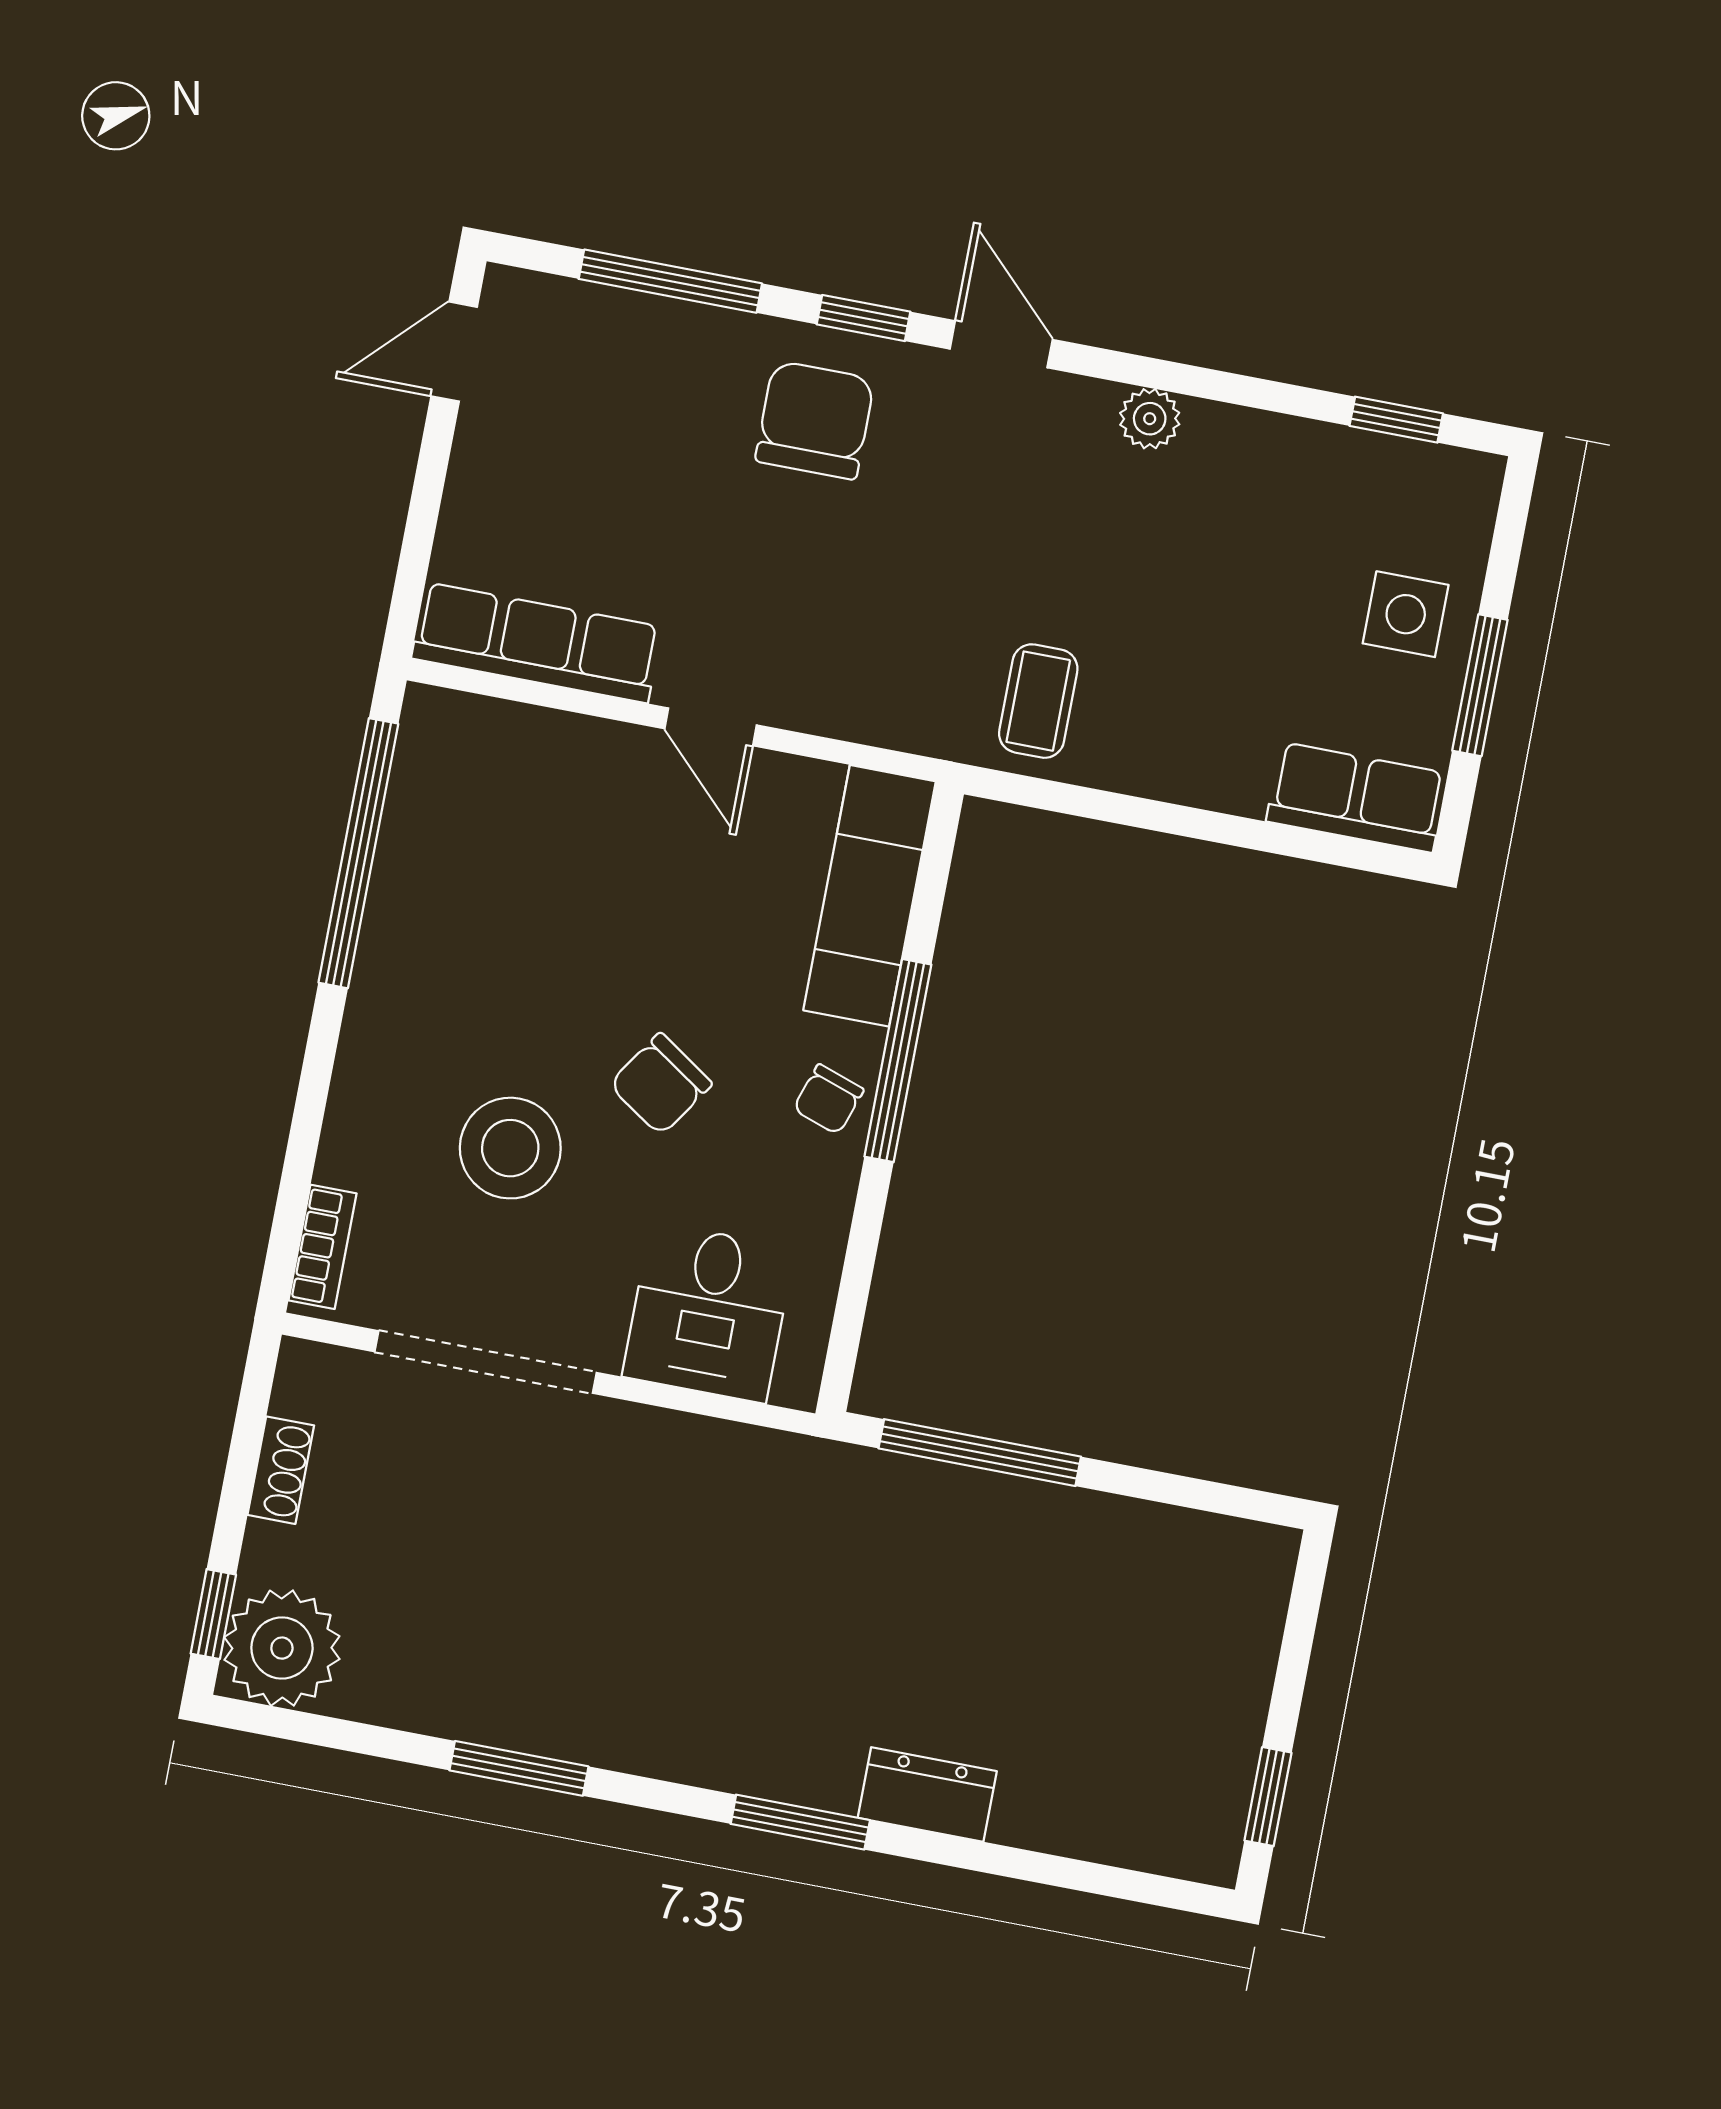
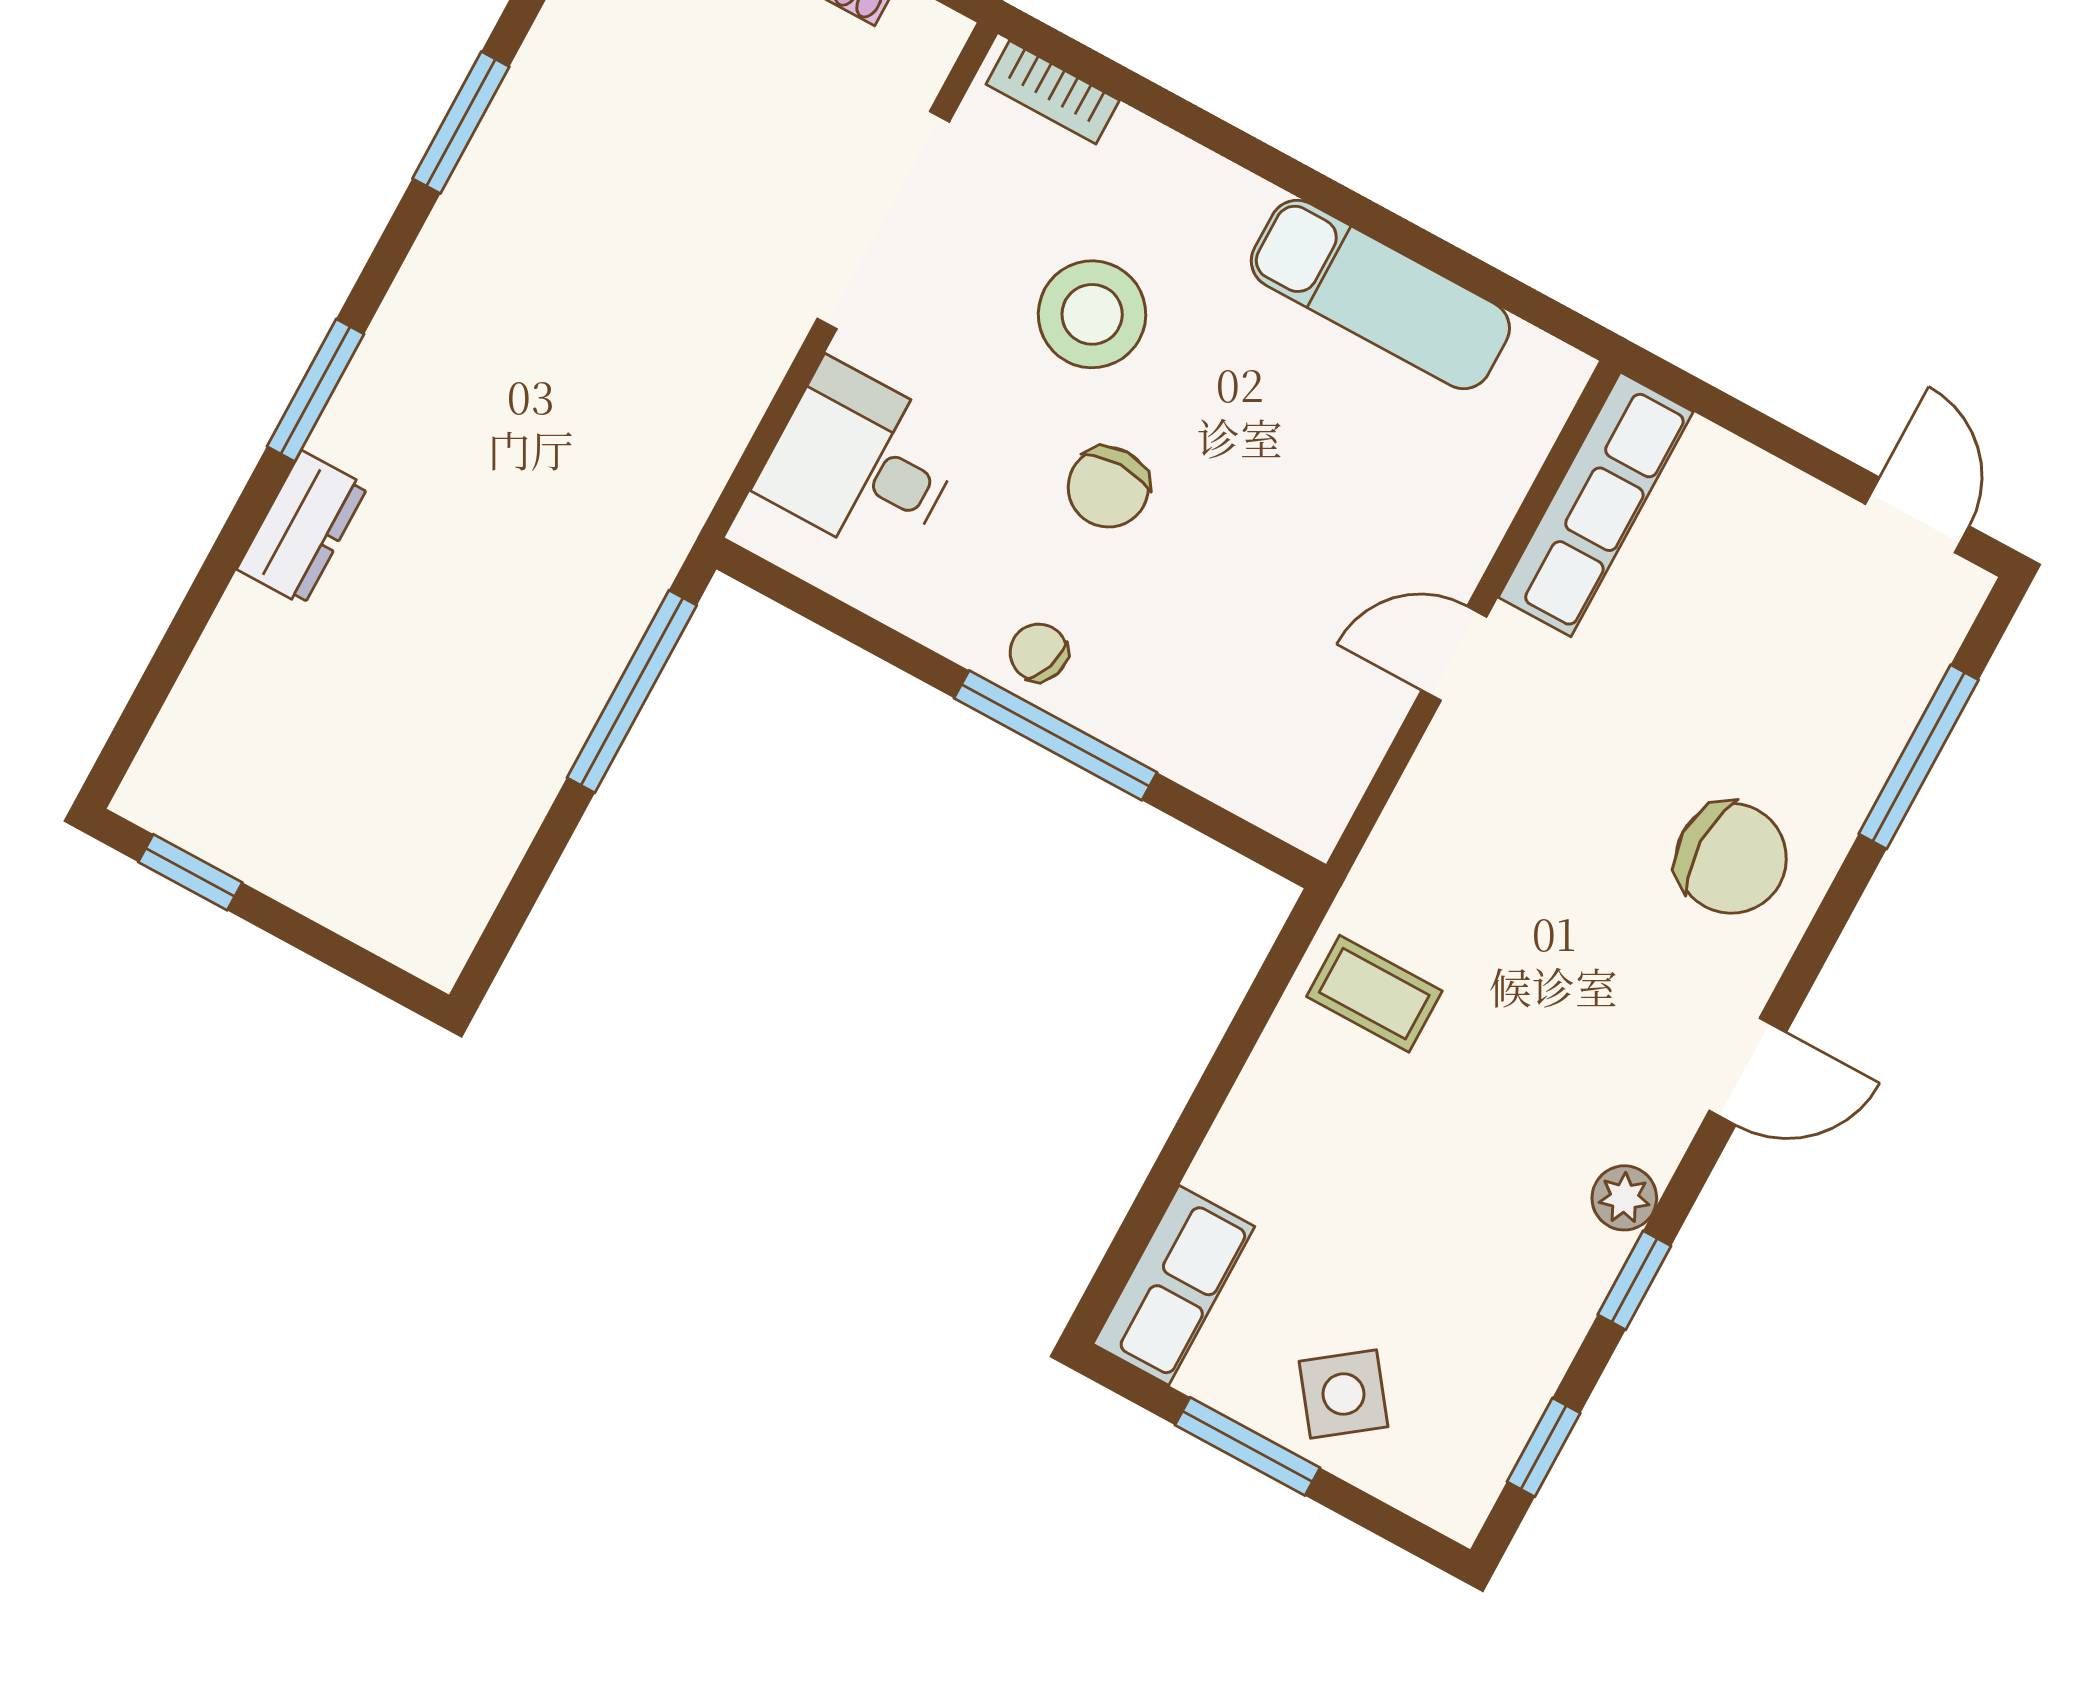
window: (864, 318) -> (1634, 1280), moved
side table: (1406, 614) -> (1343, 1394), turned -37
window: (358, 853) -> (1440, 256), removed
exam couch: (870, 896) -> (1380, 295), moved, turned 180
chair: (661, 1084) -> (1108, 487), turned -124

